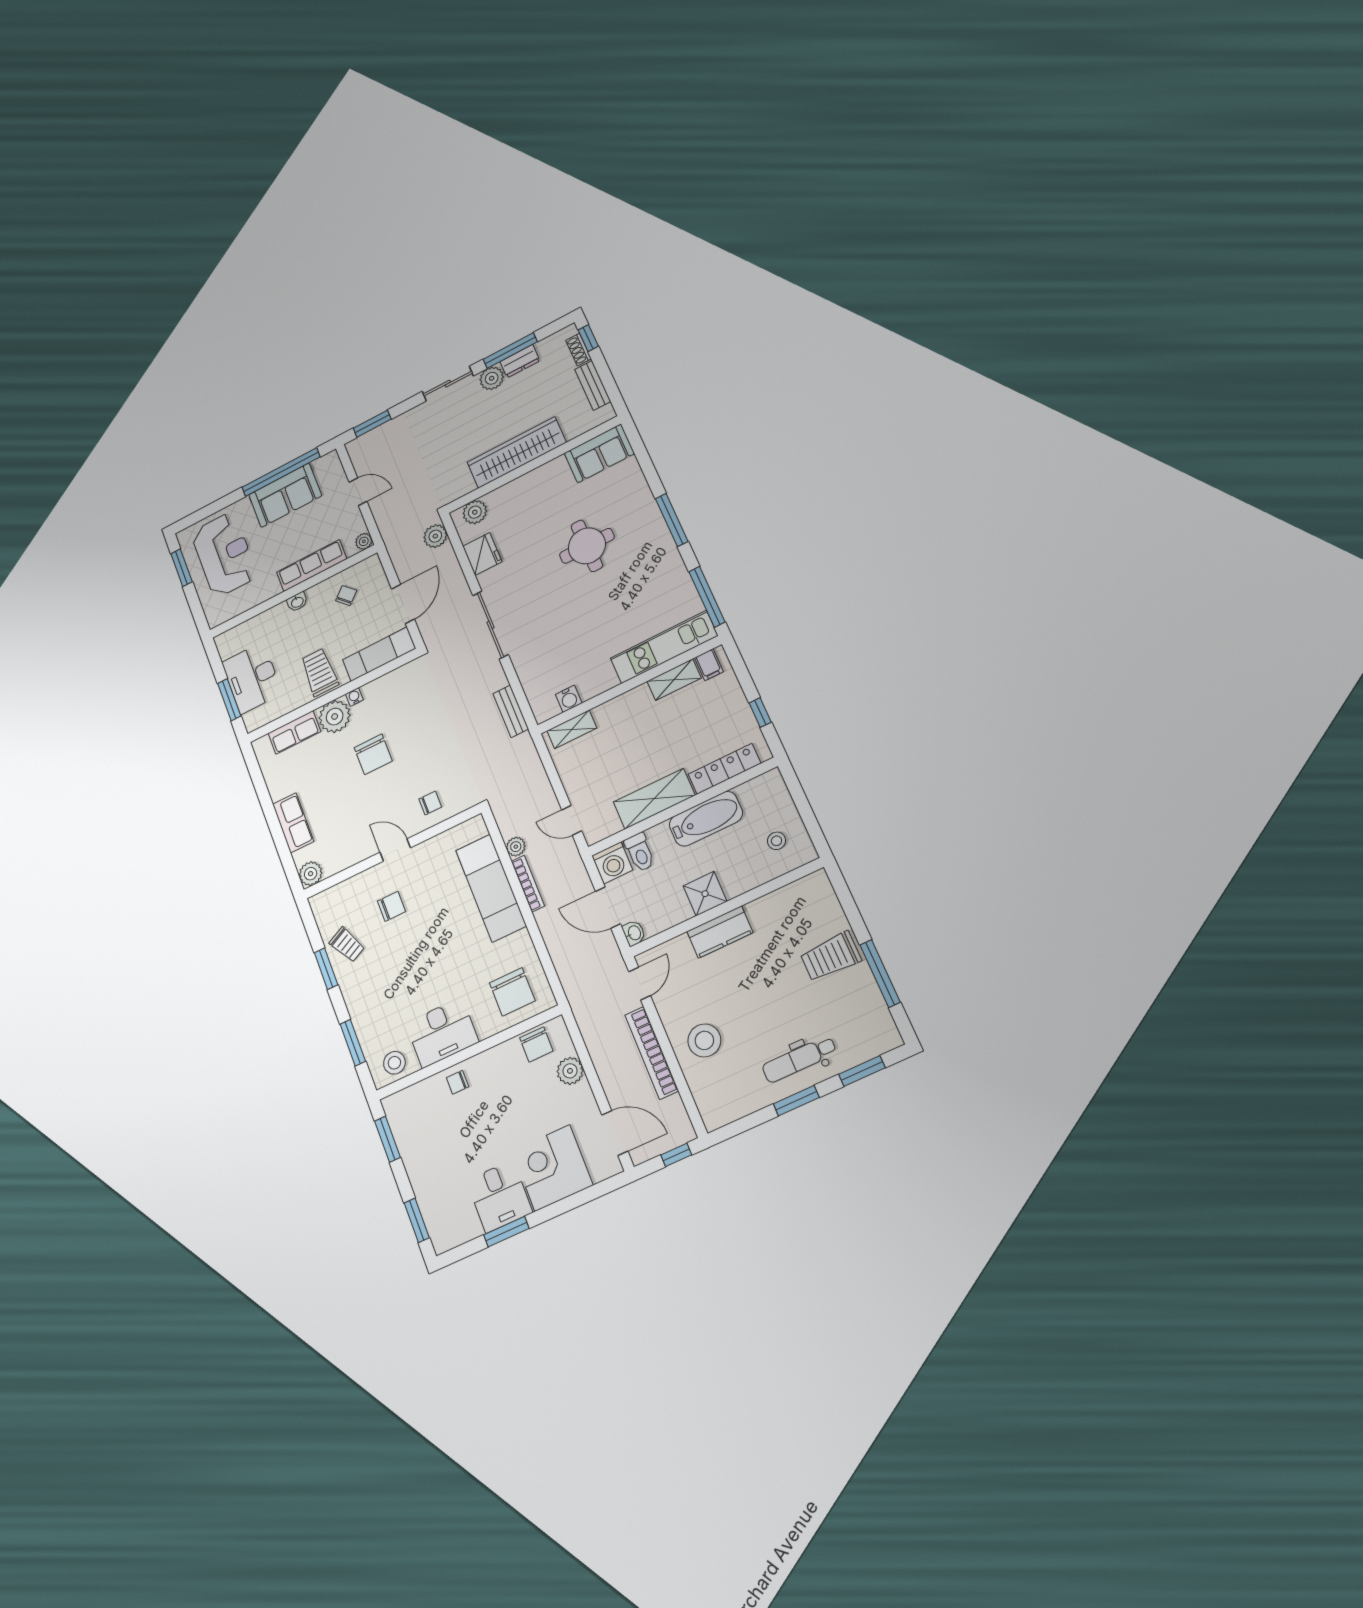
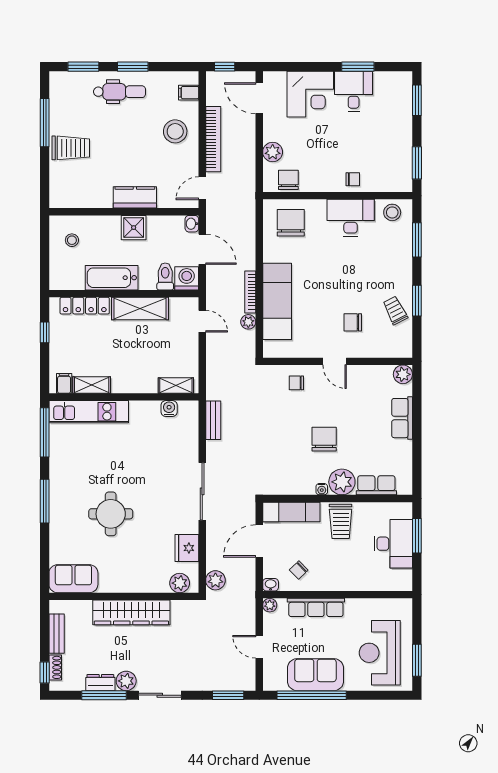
washbasin: (297, 602) -> (271, 585), moved
filing cabinet: (708, 1099) -> (189, 93), added

